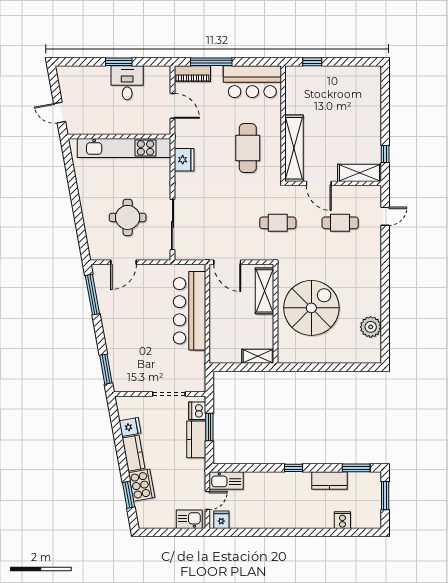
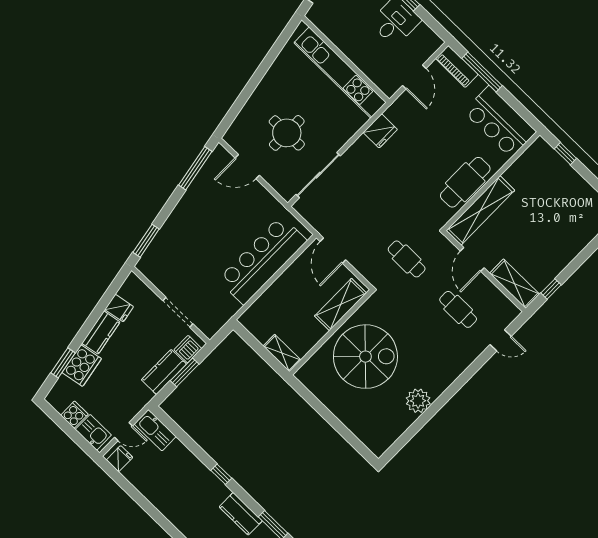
cafe table: (248, 148) -> (465, 182), moved
plant: (371, 327) -> (418, 401), moved
cooker: (167, 520) -> (74, 415), added

